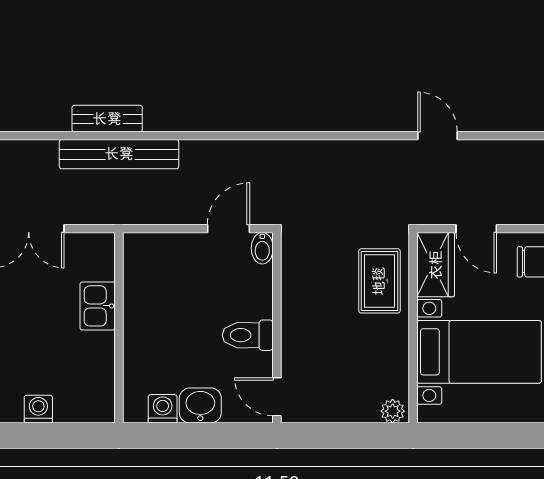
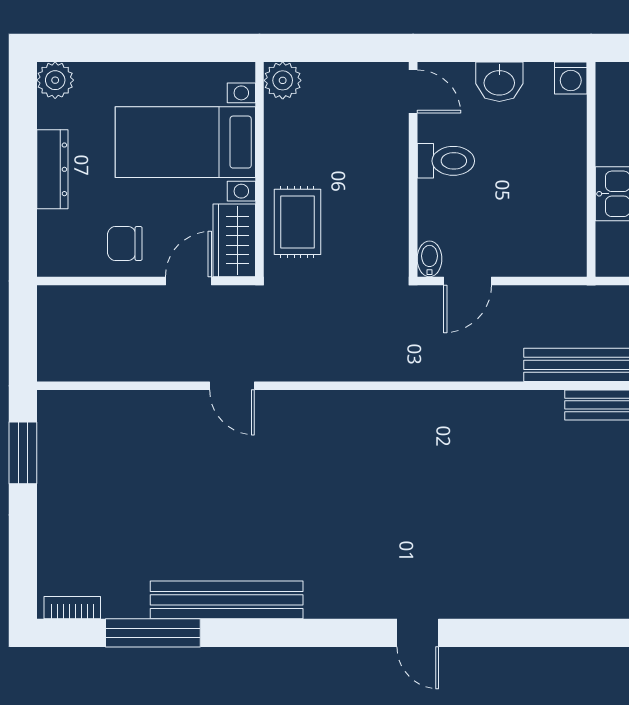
door: (476, 229) -> (188, 281), hinge flipped
washing machine: (163, 409) -> (571, 78), moved
plant: (393, 411) -> (283, 80), width x1.38, depth x1.38

